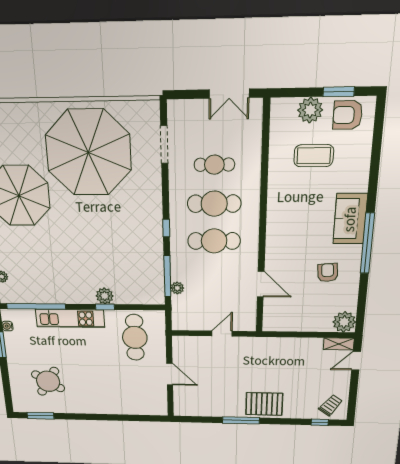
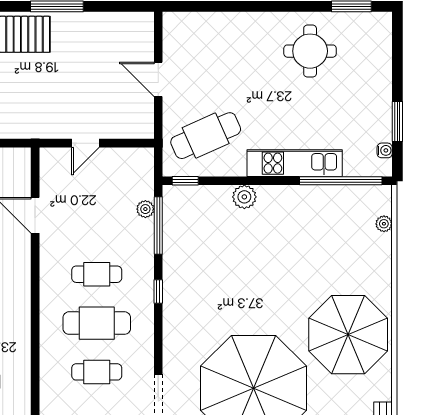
cafe table: (214, 241) -> (97, 274), width x0.73, depth x0.74
window: (105, 307) -> (185, 181), moved
cafe table: (135, 337) -> (206, 136), turned 66
round table: (48, 381) -> (310, 51), moved, turned -32

